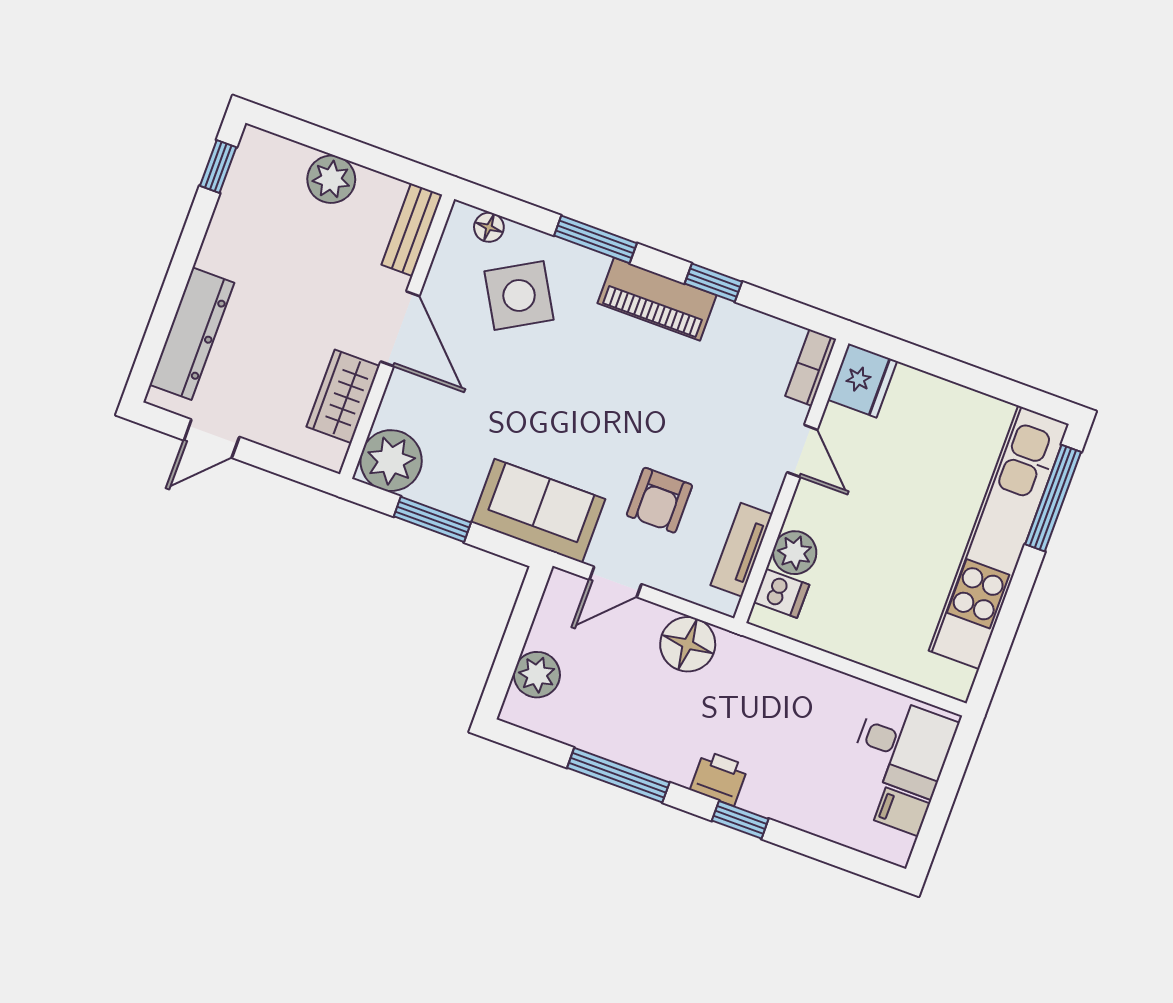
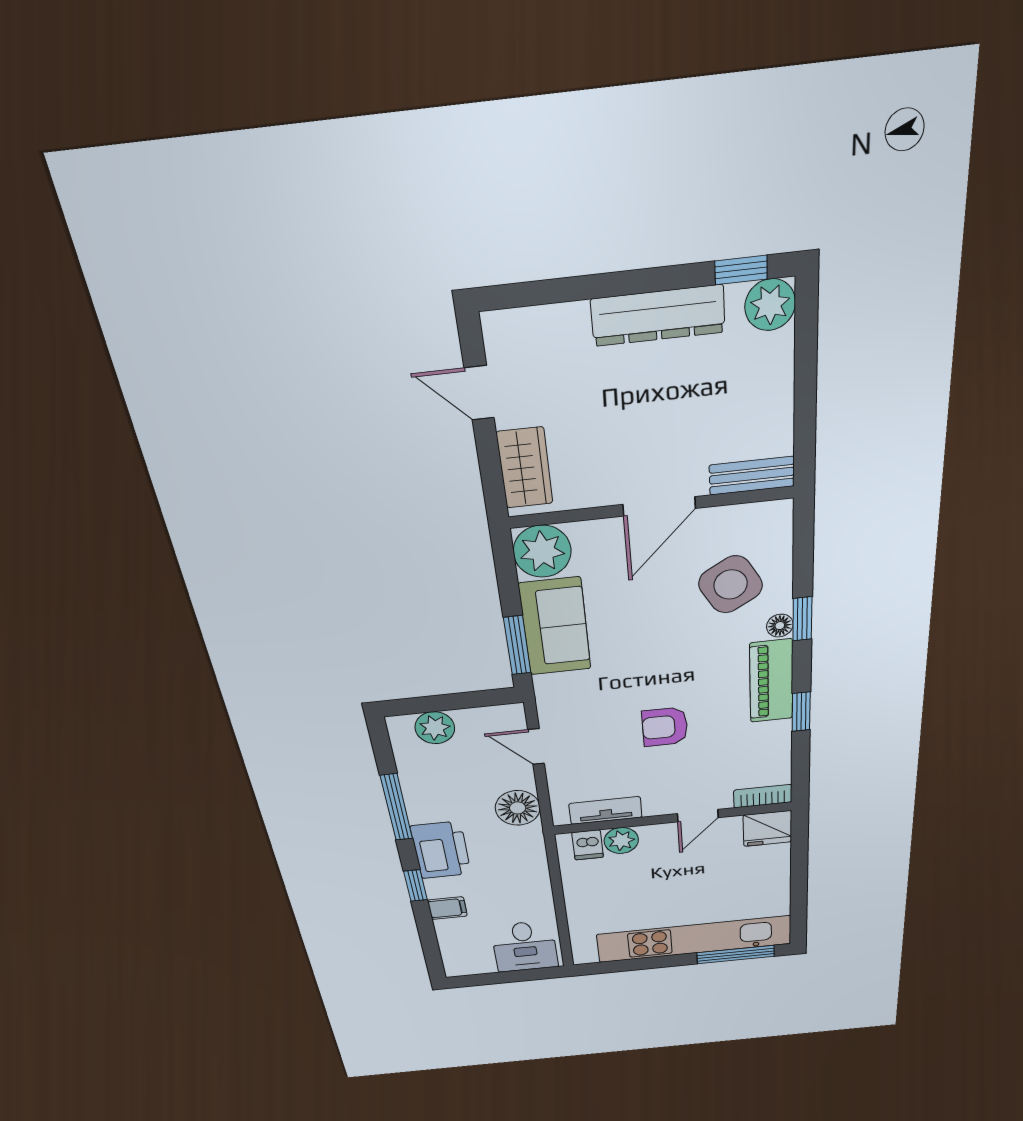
plant: (331, 179) -> (770, 305), moved
floor lamp: (489, 227) -> (780, 626), moved
window: (595, 239) -> (802, 619), width x0.67
dresser: (192, 334) -> (658, 316), moved
wardrobe: (343, 396) -> (525, 468), moved, turned 90
armchair: (659, 500) -> (665, 727), moved
sofa: (538, 511) -> (555, 627), moved
window: (432, 519) -> (517, 645), moved
printer: (719, 778) -> (441, 850), width x1.87, depth x1.48
filing cabinet: (902, 812) -> (447, 908), moved, turned 90

